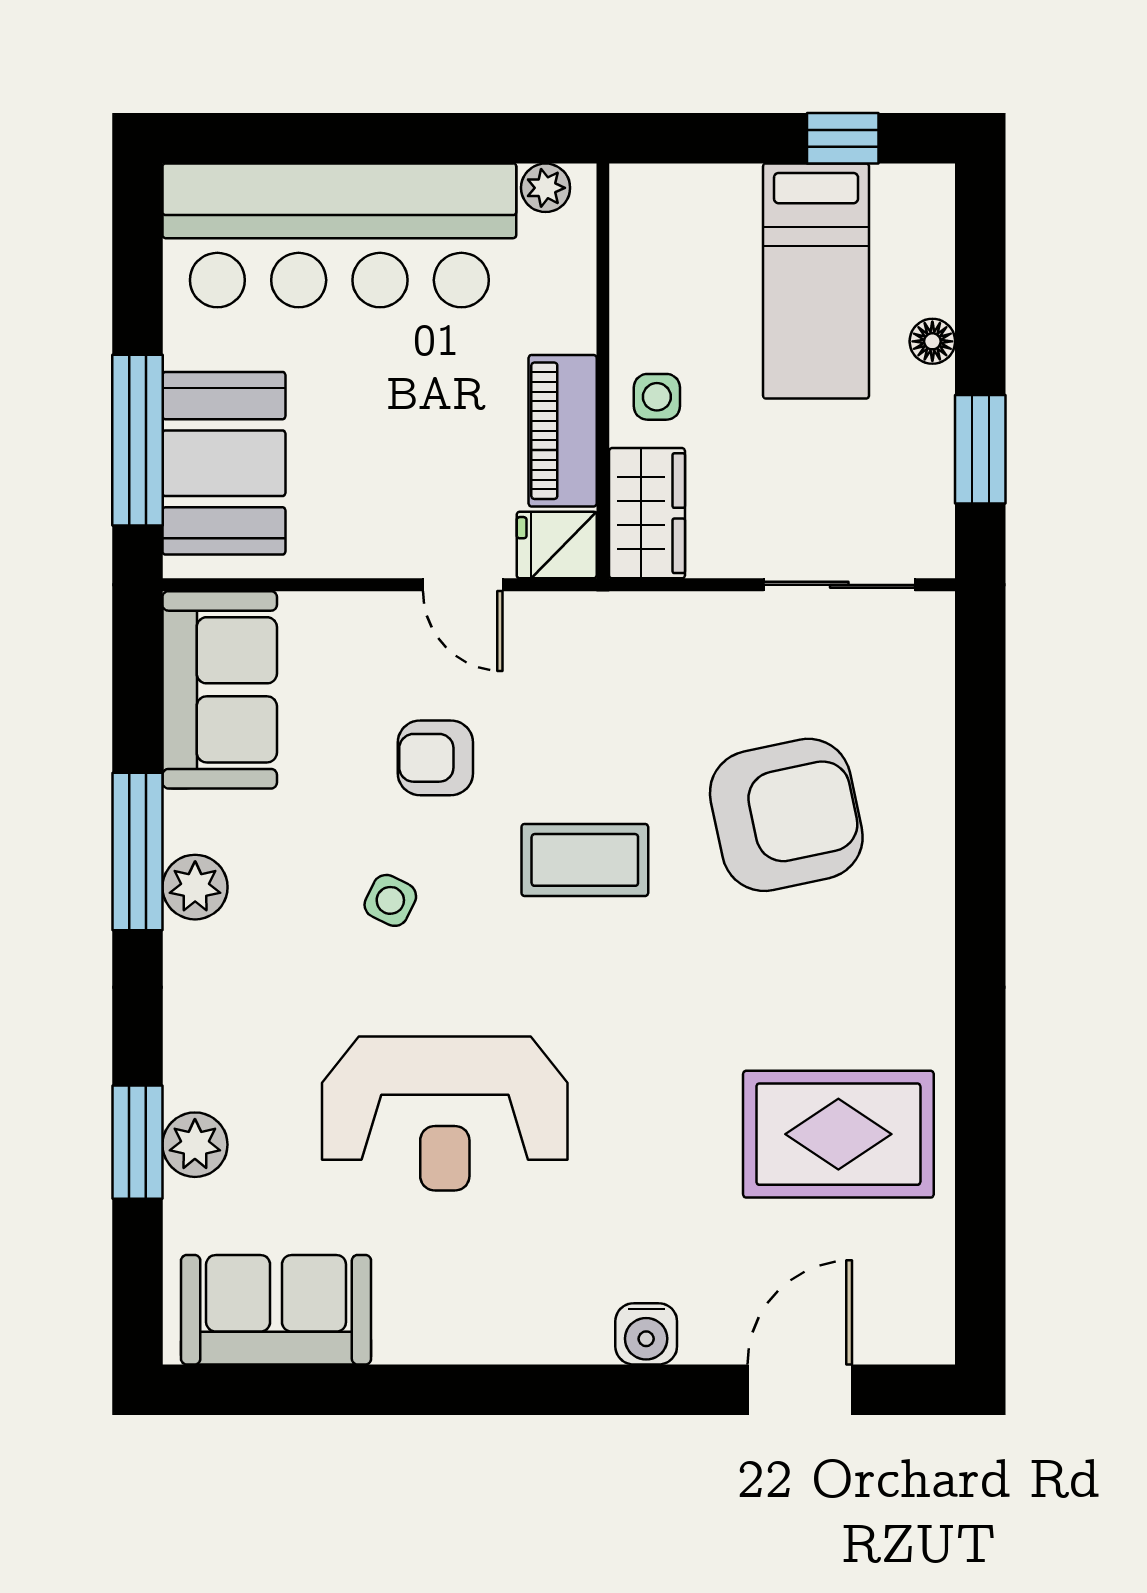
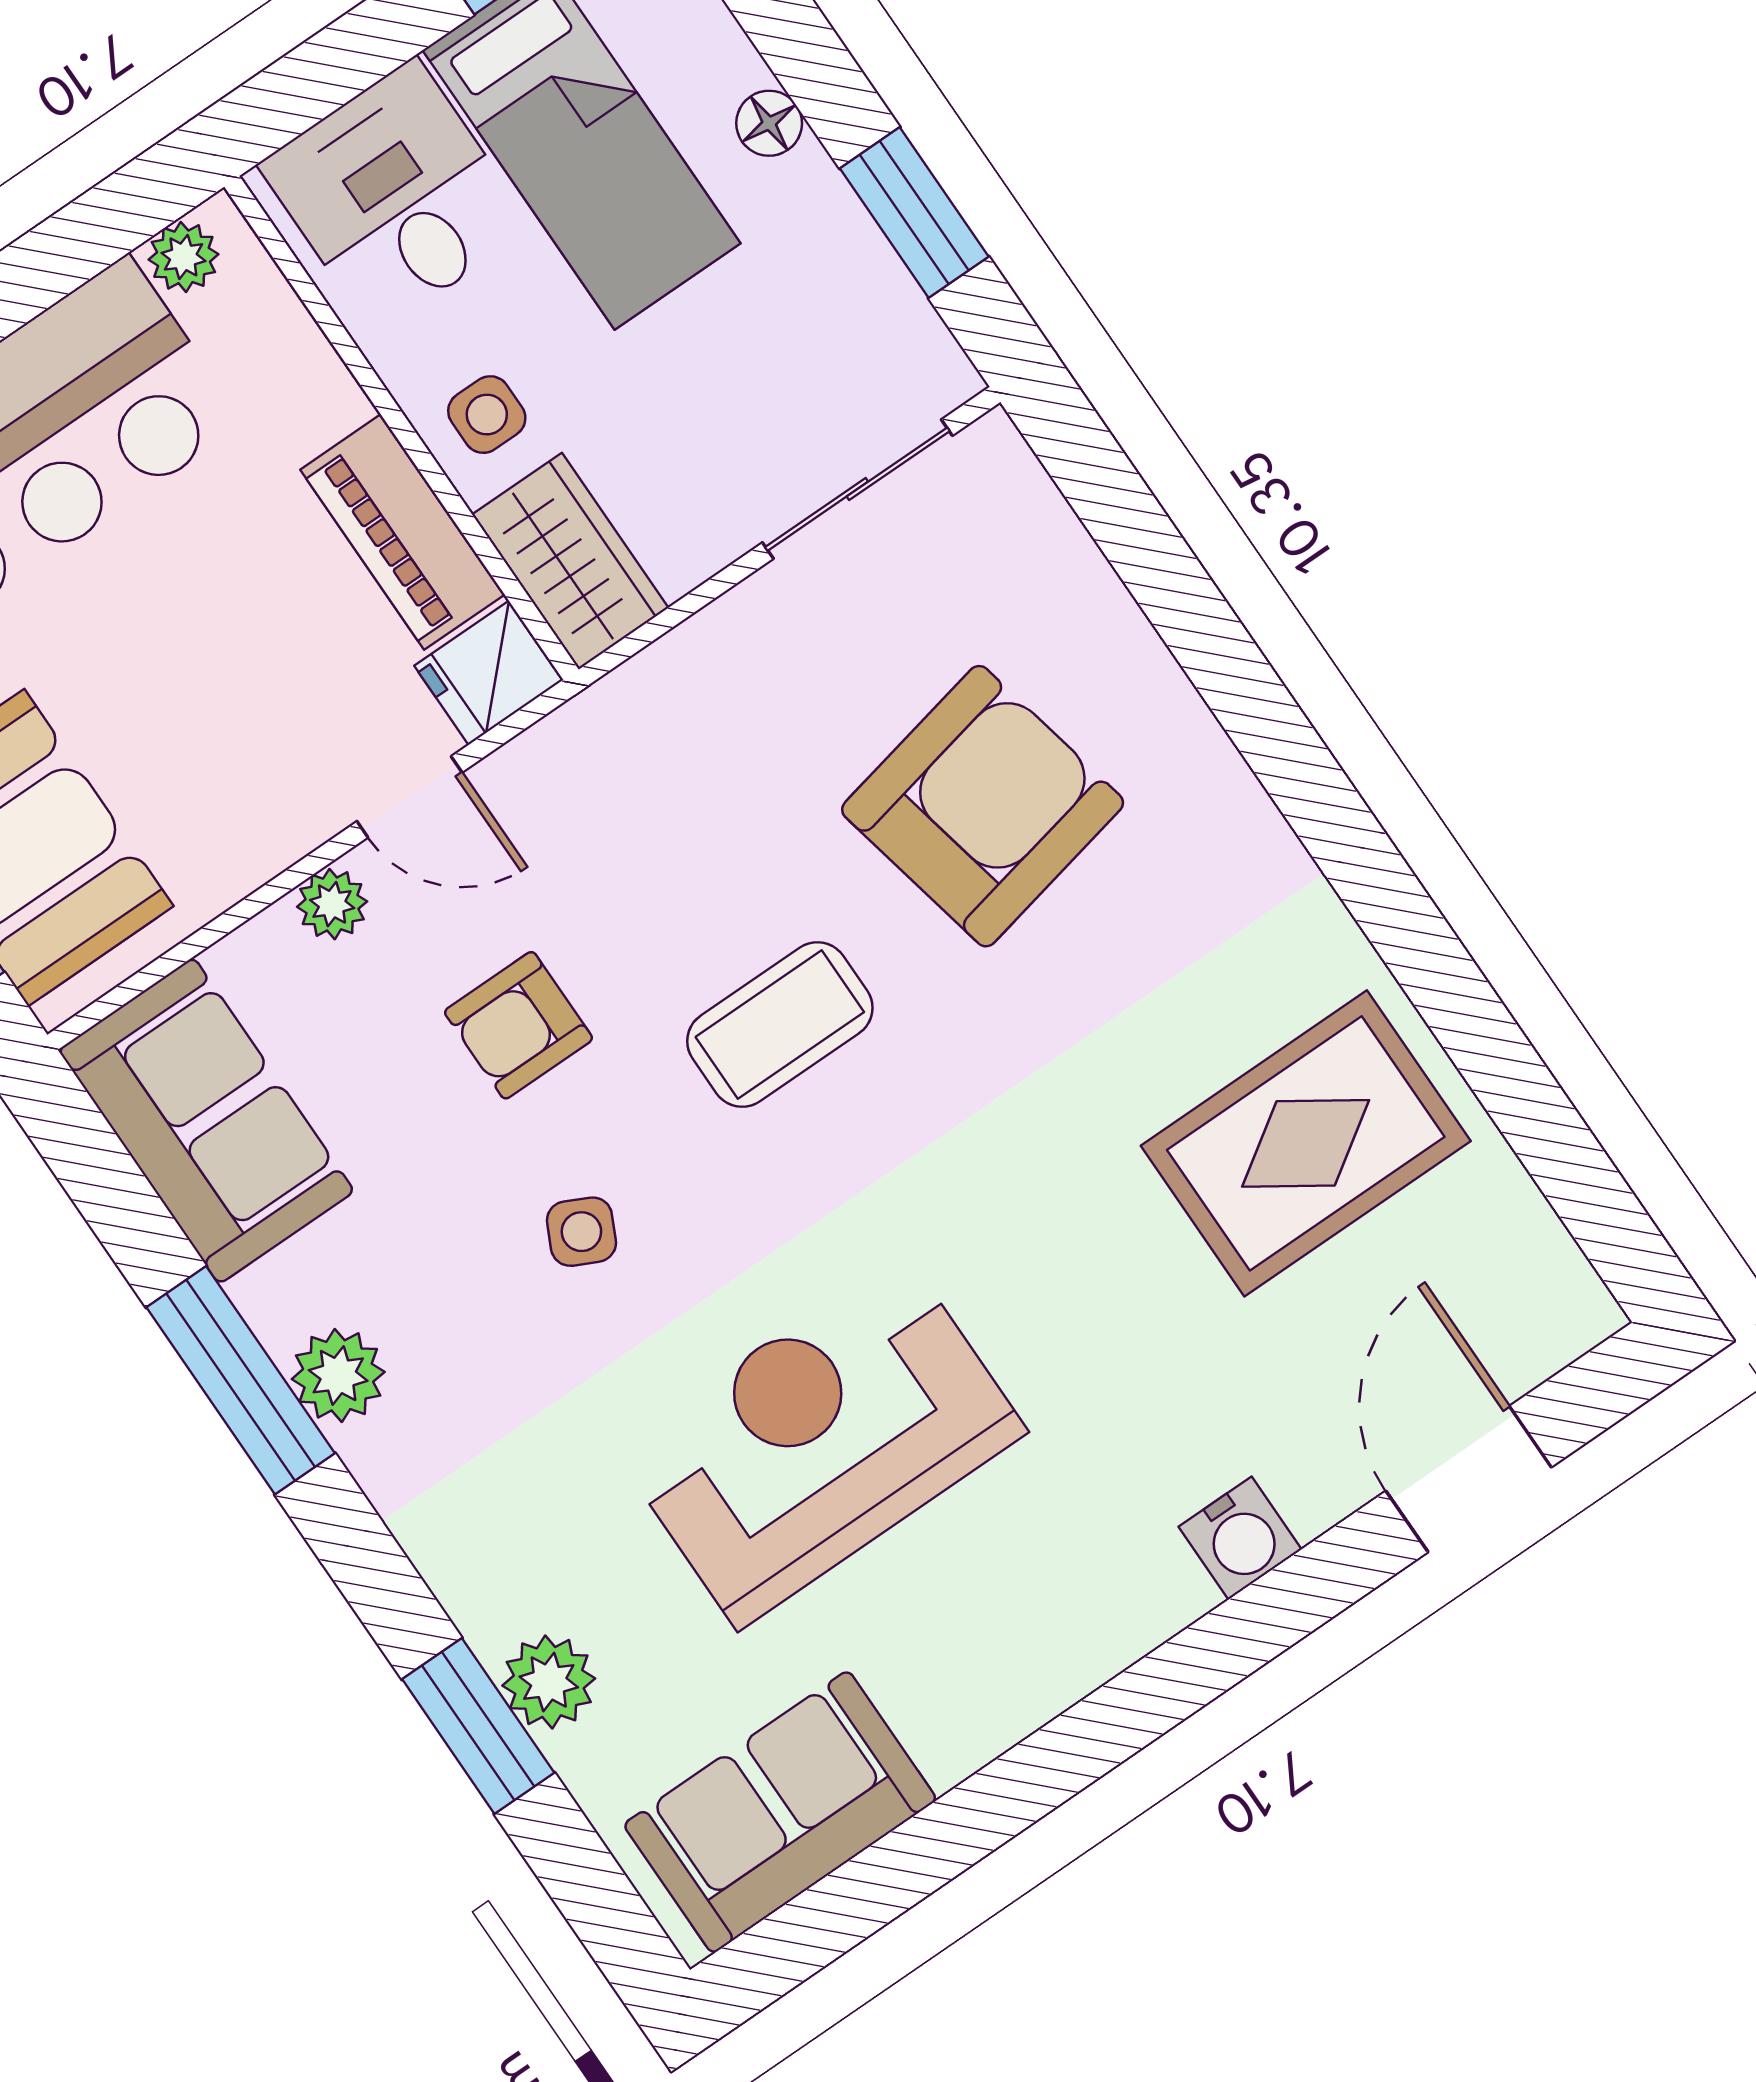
desk: (691, 236) -> (396, 196), added
plant: (376, 616) -> (332, 904), added
reception desk: (445, 1113) -> (820, 1441), turned 180

